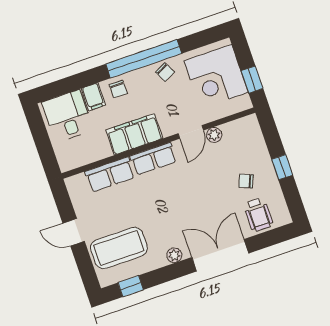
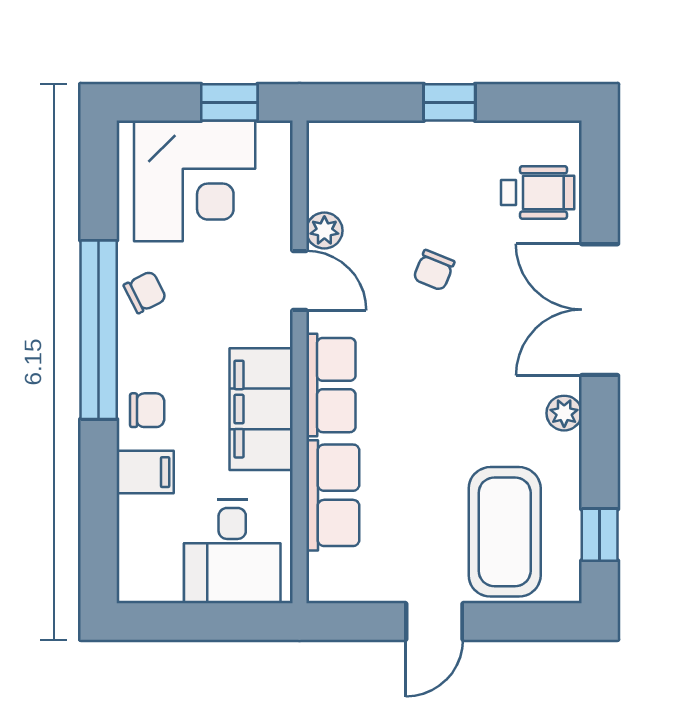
desk: (68, 116) -> (232, 551), moved, turned -90
chair: (246, 181) -> (434, 270), moved

